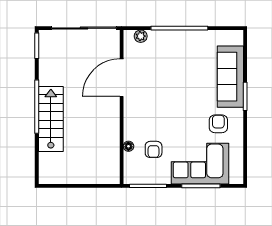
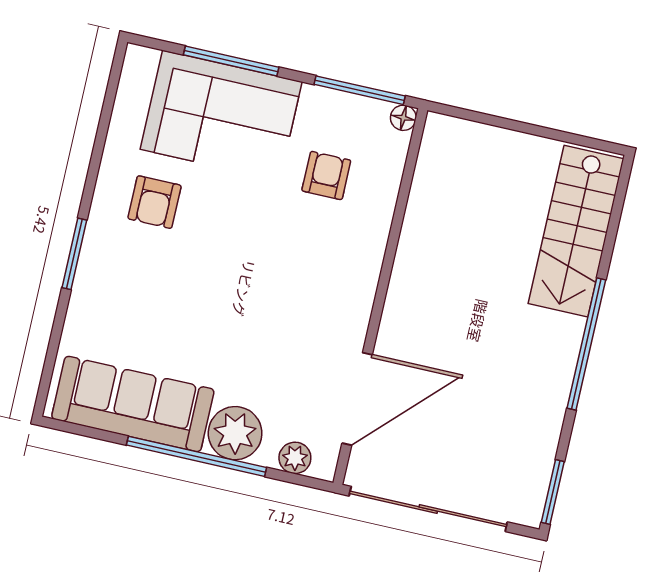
plant: (166, 41) -> (235, 433), added
sofa: (230, 77) -> (133, 404), moved, turned -90
door: (122, 78) -> (357, 399), moved
stairs: (51, 119) -> (576, 231), moved
floor lamp: (128, 146) -> (403, 118), moved

